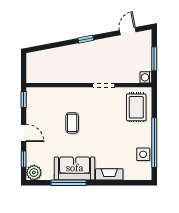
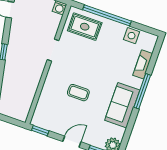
window: (154, 143) -> (107, 15), moved
fireplace: (109, 174) -> (143, 64), moved
window: (68, 183) -> (142, 91), moved

